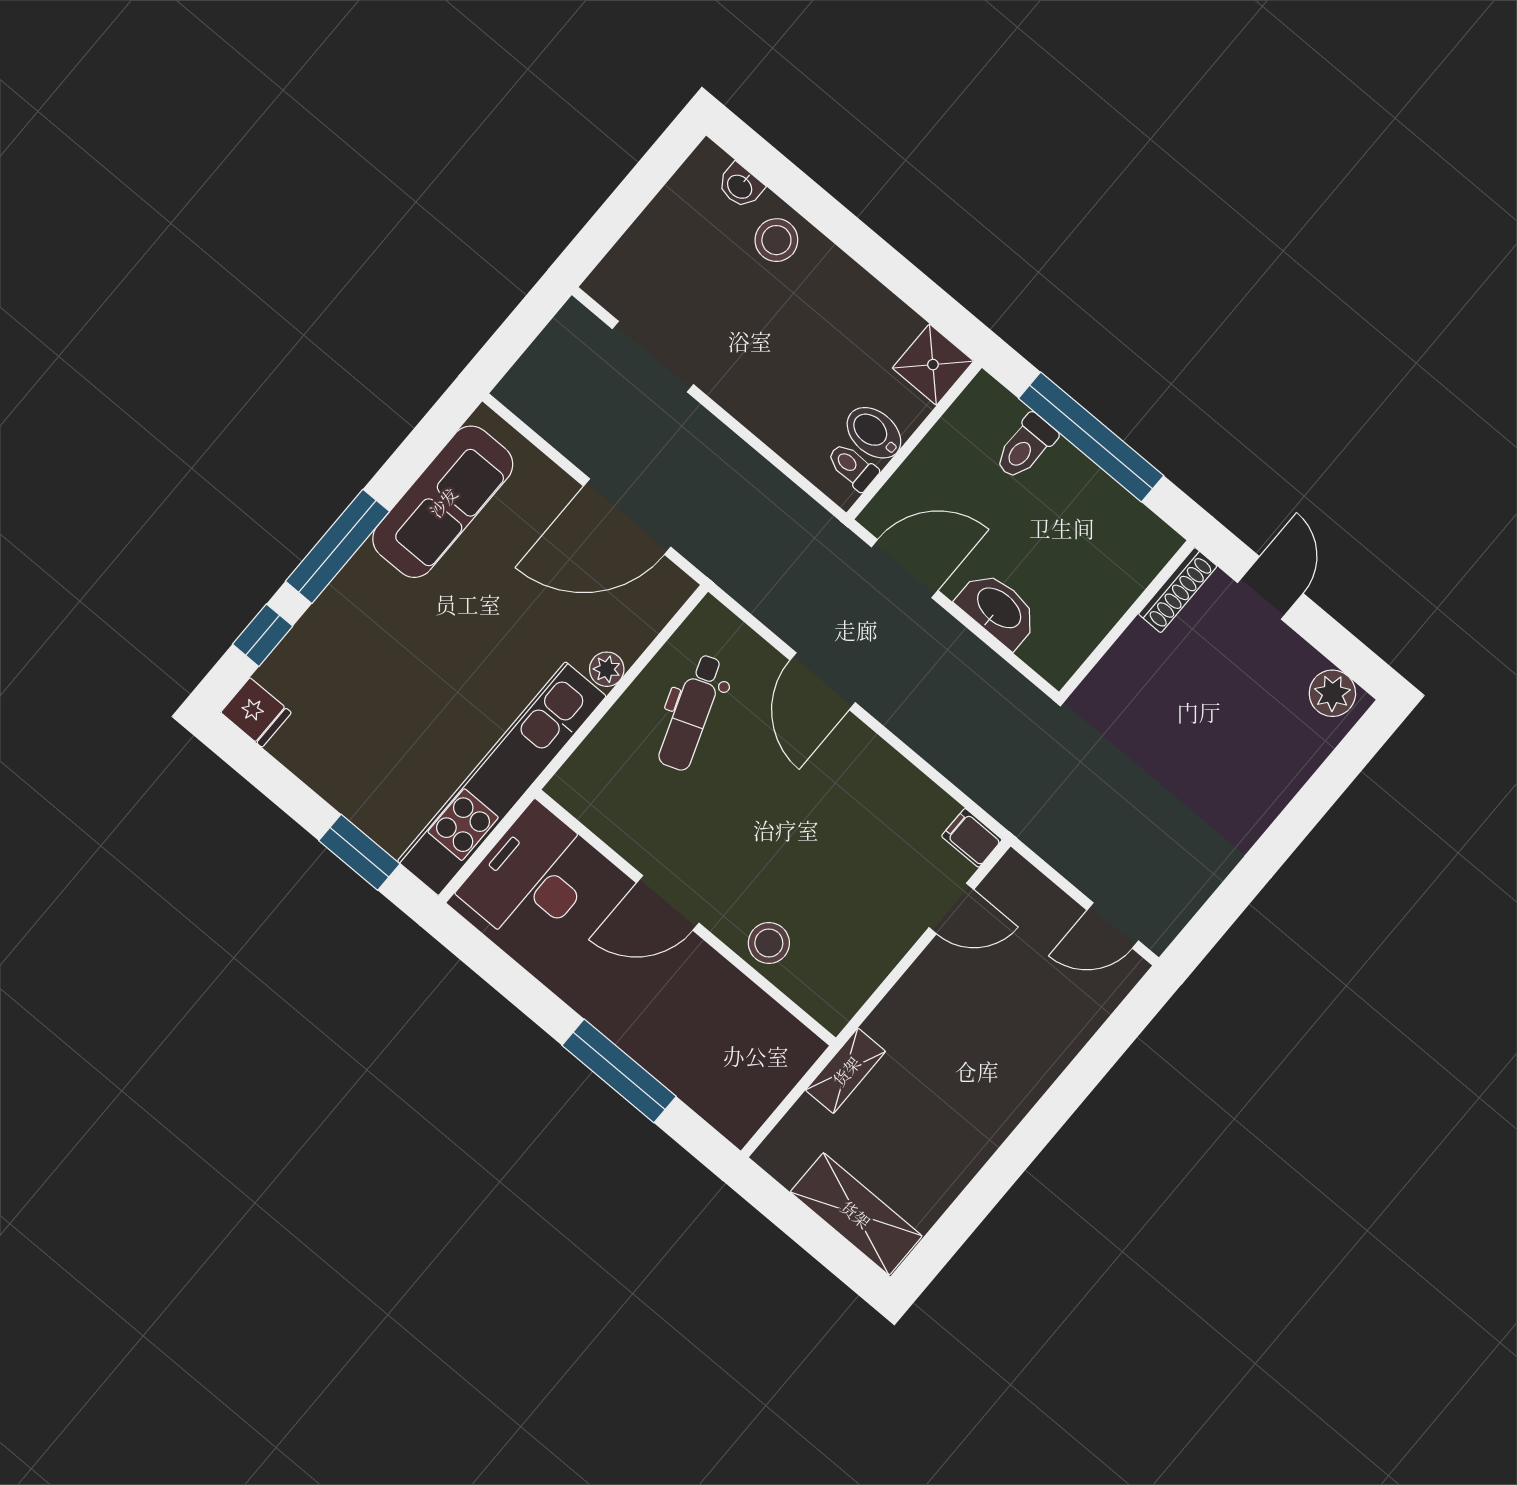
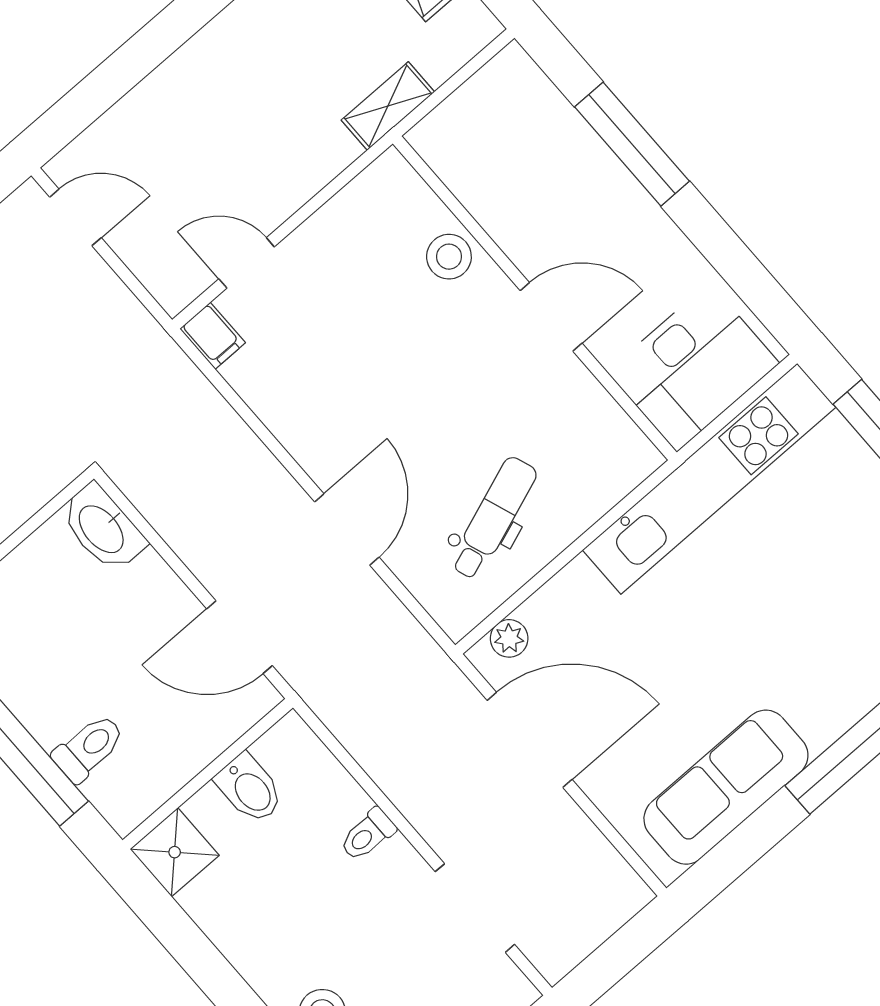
toilet: (852, 467) -> (368, 835), moved, turned 90
washbasin: (998, 609) -> (102, 528), moved
plant: (607, 669) -> (509, 638), moved

